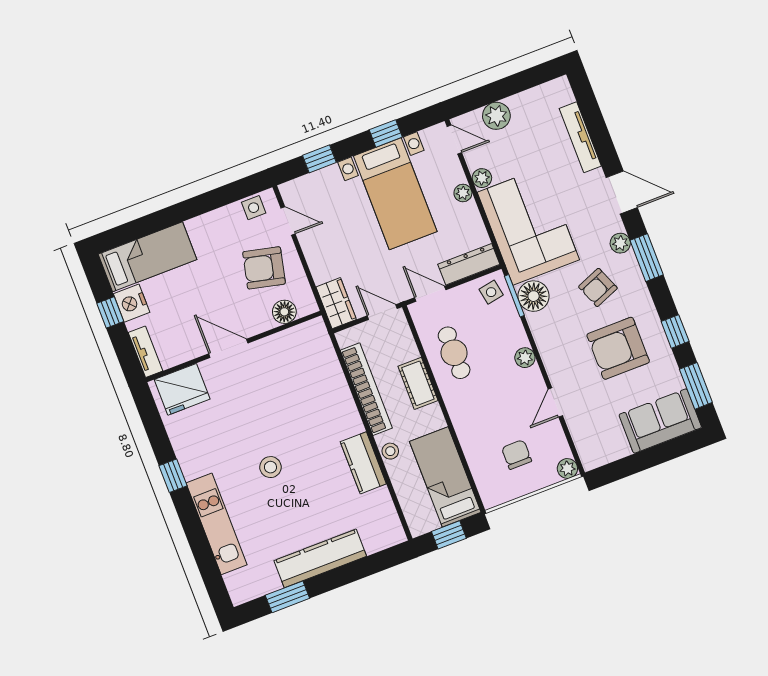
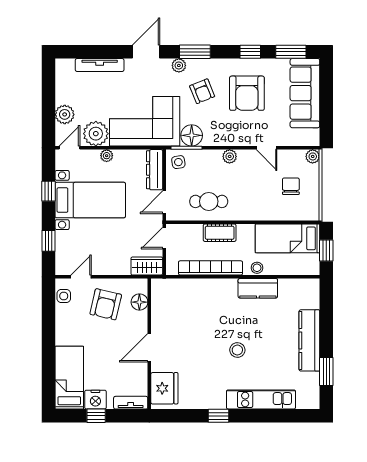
plant: (482, 178) -> (96, 134), width x1.87, depth x1.87
sofa: (660, 421) -> (305, 93), width x1.36
chair: (517, 455) -> (291, 186), turned 90

